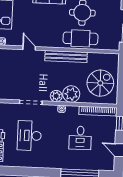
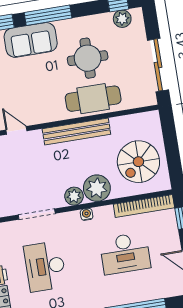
spiral stairs: (100, 83) -> (138, 162), turned 180
desk: (80, 138) -> (125, 253), width x1.37

